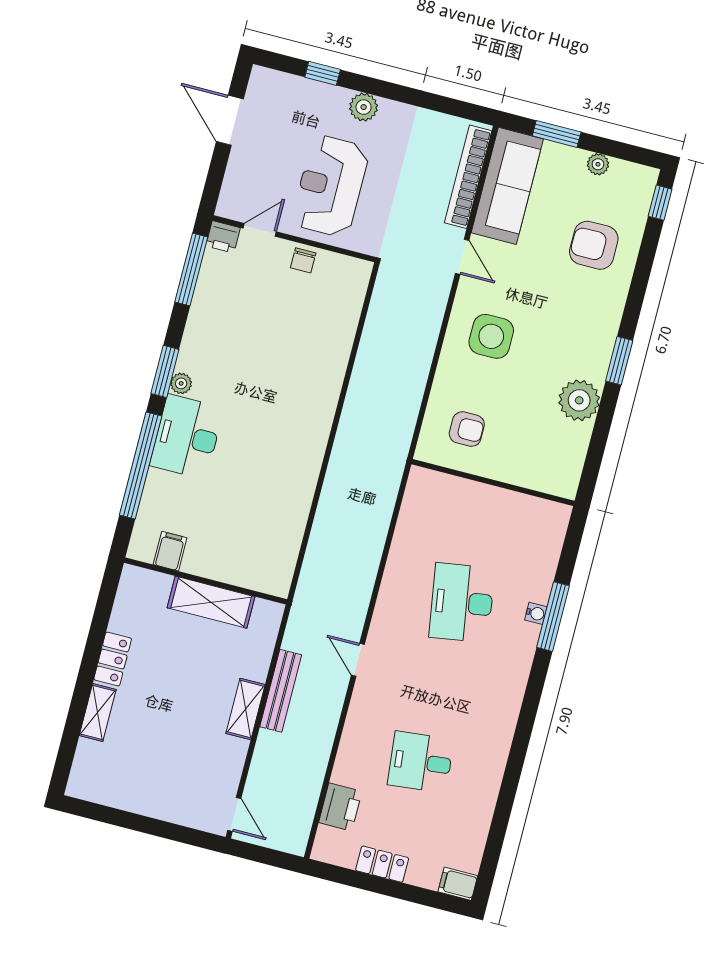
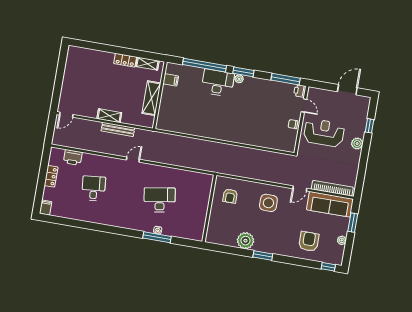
shelving: (98, 712) -> (147, 64), moved

